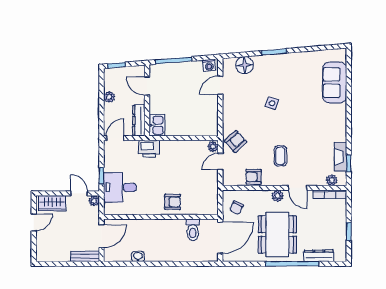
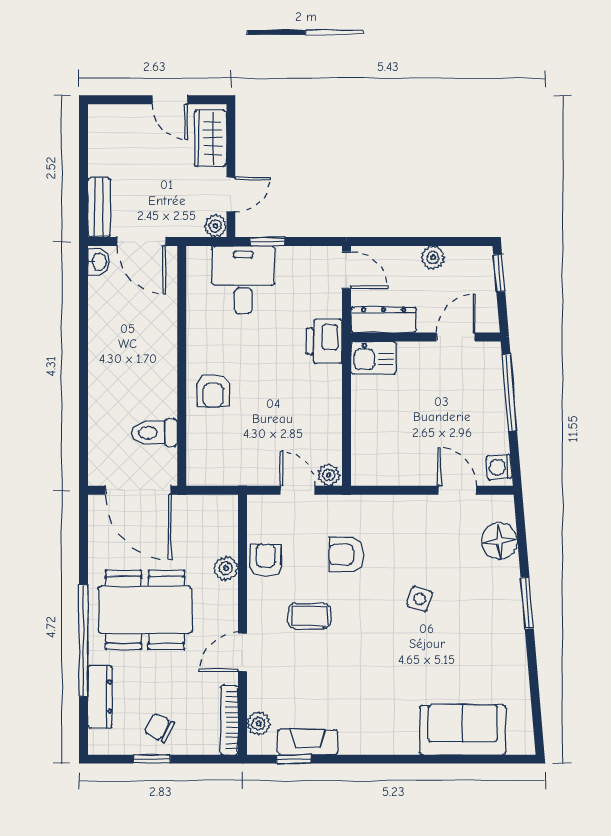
armchair: (235, 141) -> (346, 555), moved, turned 132
plant: (277, 196) -> (226, 568), moved
chair: (236, 208) -> (159, 728), moved
washbasin: (138, 257) -> (99, 262), moved

